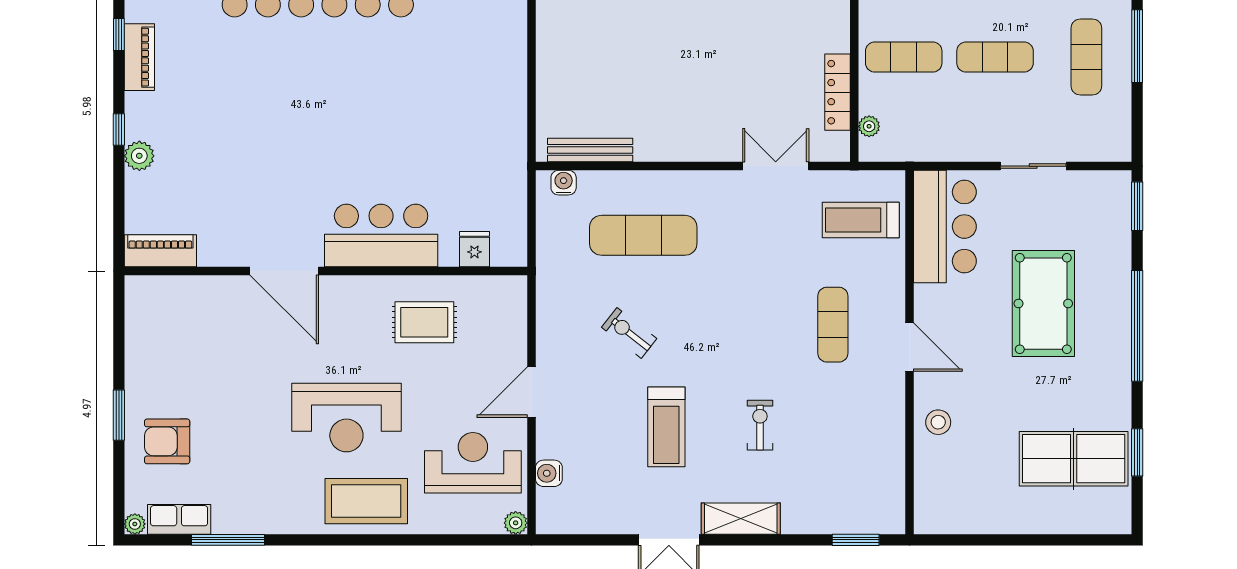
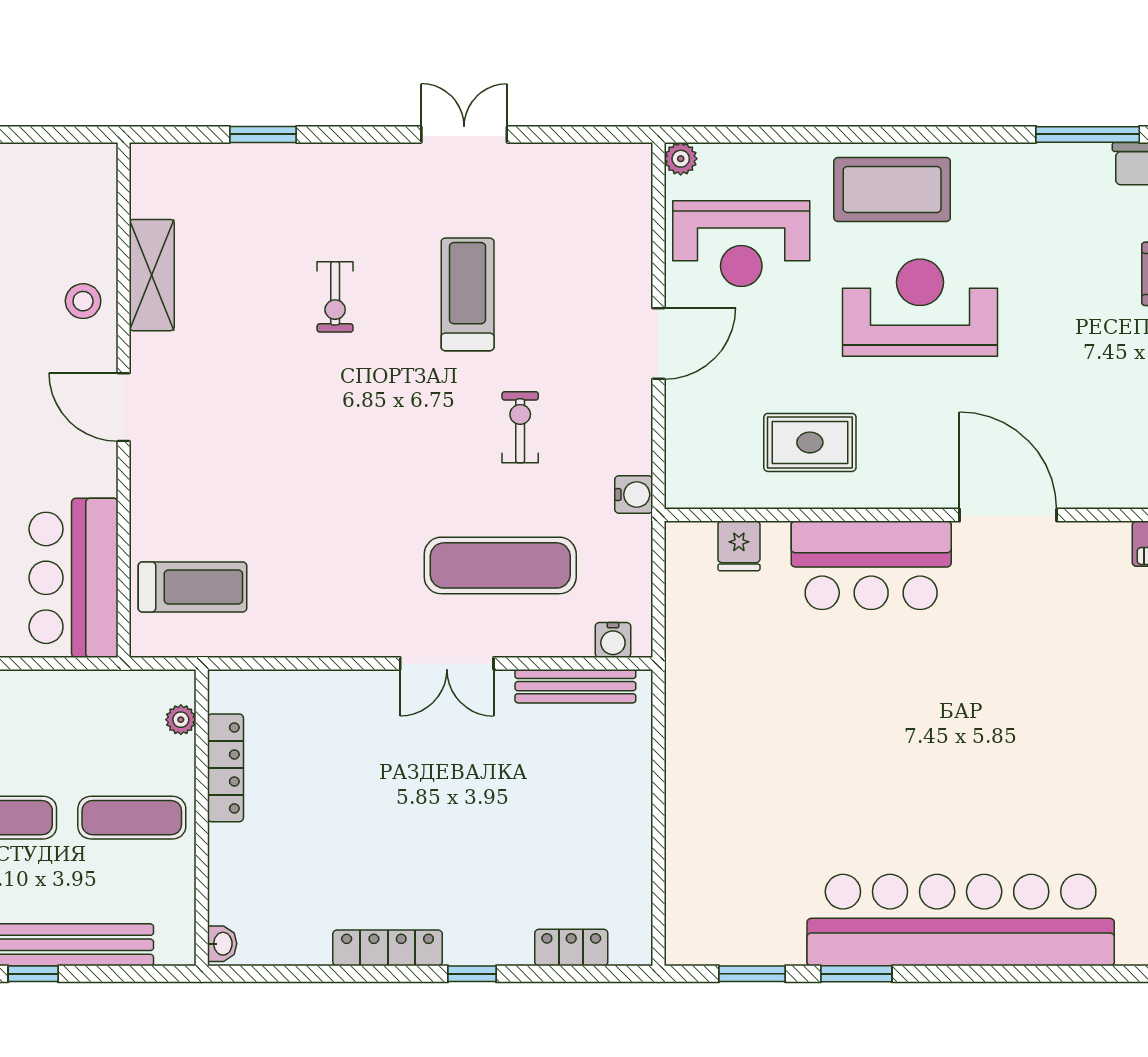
double door: (776, 166) -> (447, 663), moved
exercise mat: (833, 325) -> (232, 439), removed
exercise bike: (629, 333) -> (520, 427), turned -128
water cooler: (549, 473) -> (634, 495), moved
shelving: (741, 519) -> (152, 275), moved, turned 90
window: (856, 540) -> (263, 134), moved

